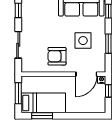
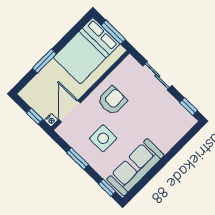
bed: (43, 103) -> (87, 51), width x1.50
window: (42, 116) -> (44, 61), moved

